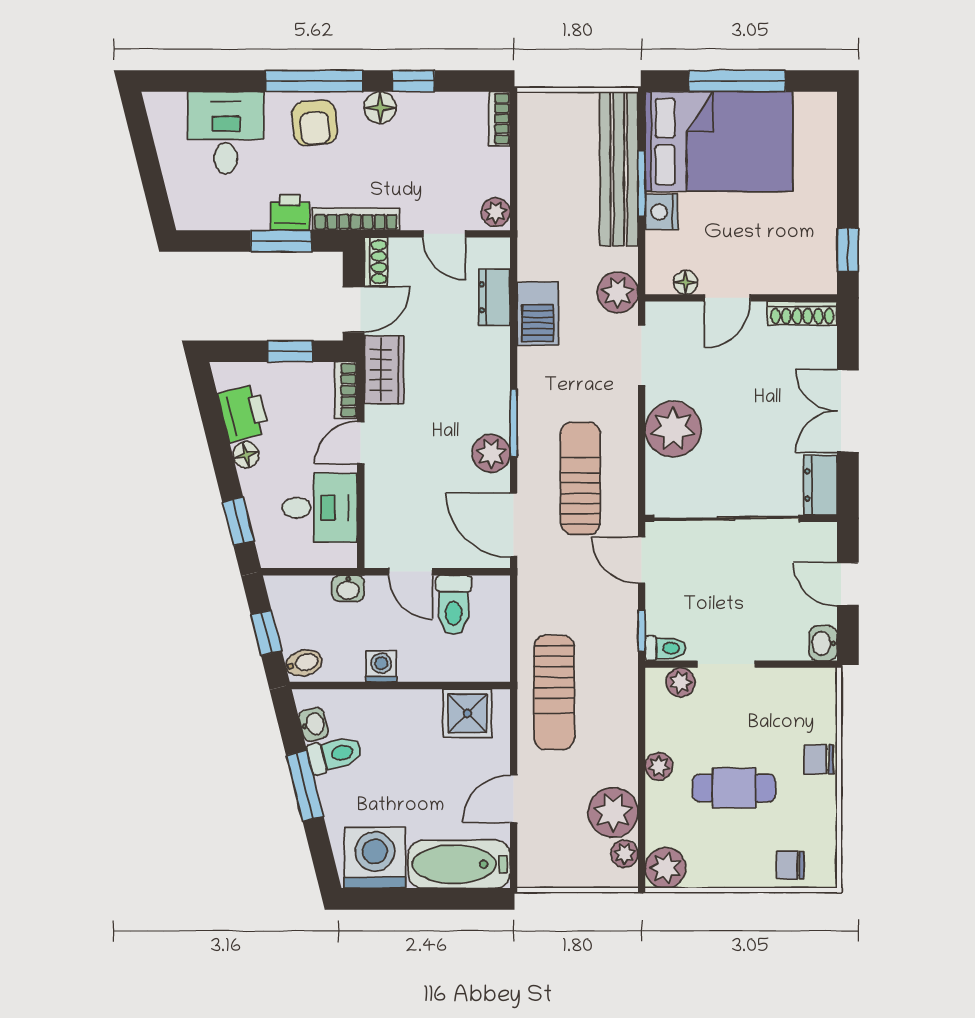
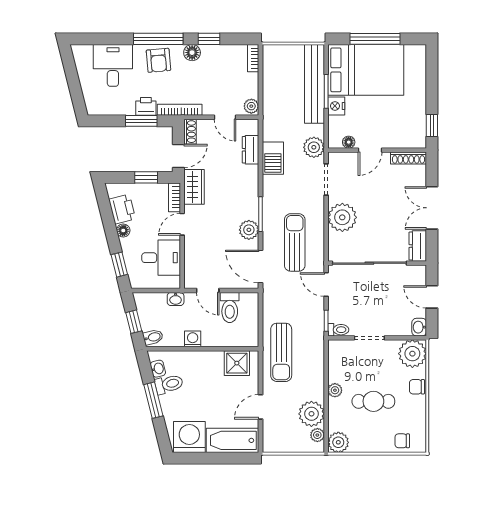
plant: (680, 682) -> (412, 354), moved, width x1.87, depth x1.87

